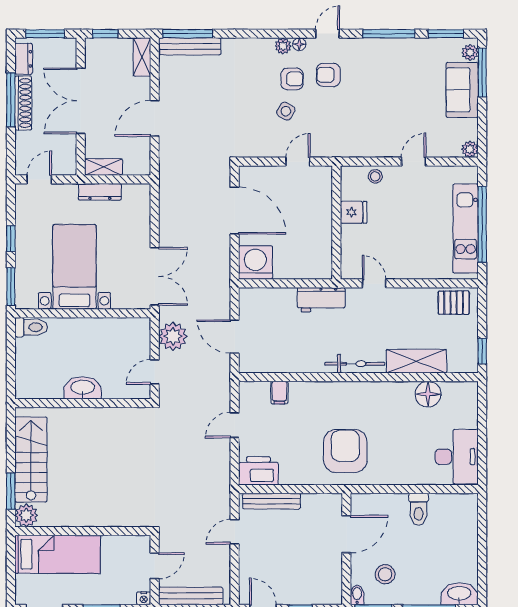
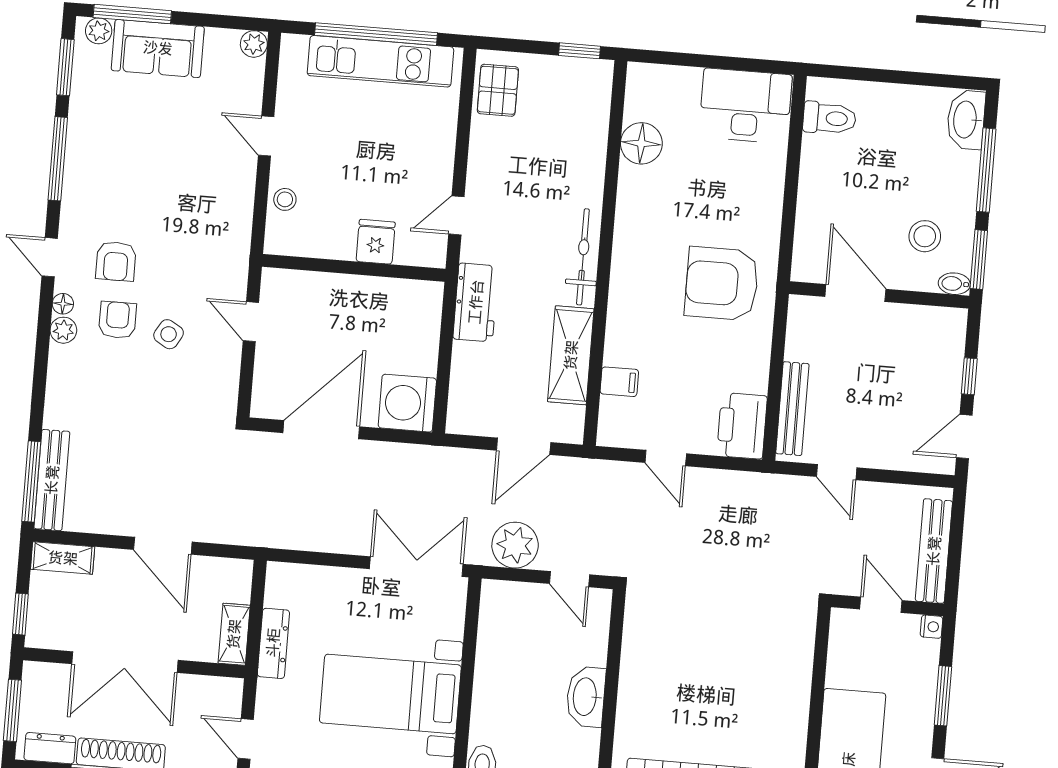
fridge: (354, 212) -> (376, 242), moved
shelving: (416, 361) -> (571, 355), moved
toilet: (419, 509) -> (829, 118), moved

